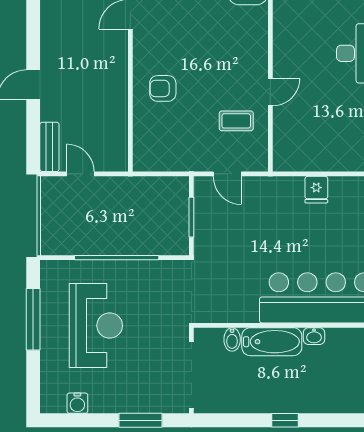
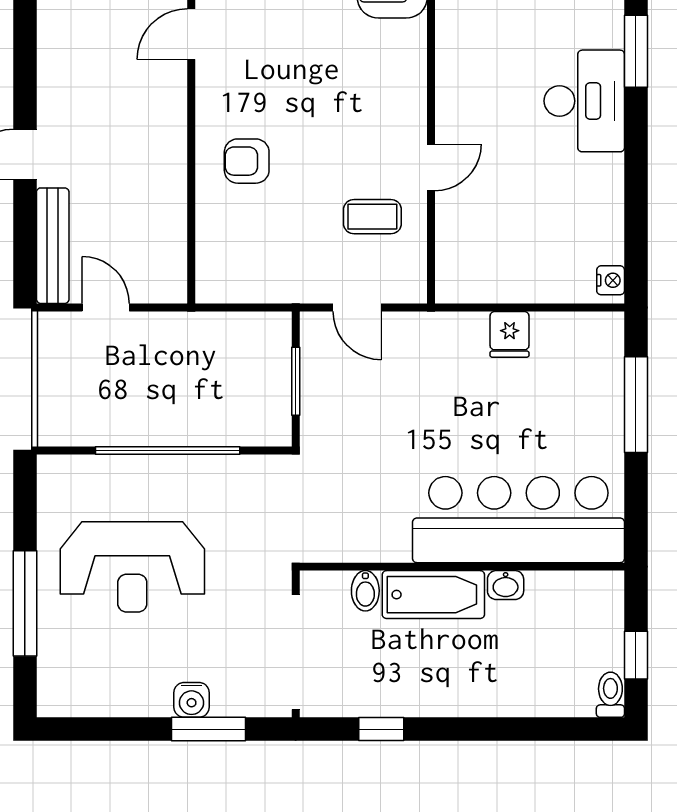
bench: (49, 147) -> (53, 246), width x1.36
window: (33, 319) -> (25, 603), moved
reception desk: (96, 326) -> (132, 567), turned 90
water cooler: (77, 403) -> (192, 700), moved
window: (285, 420) -> (381, 729), moved

